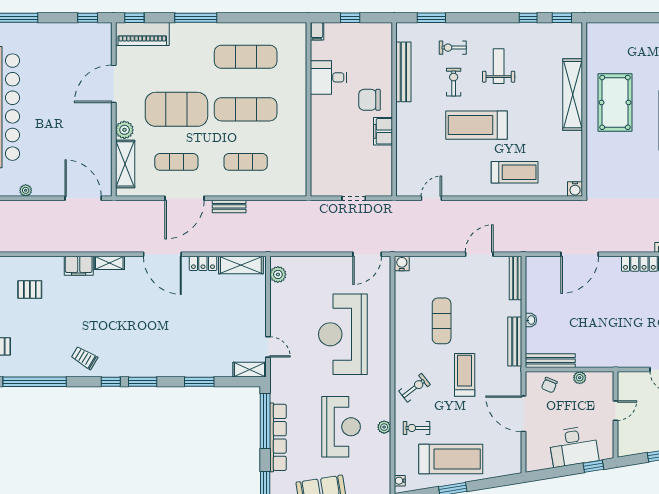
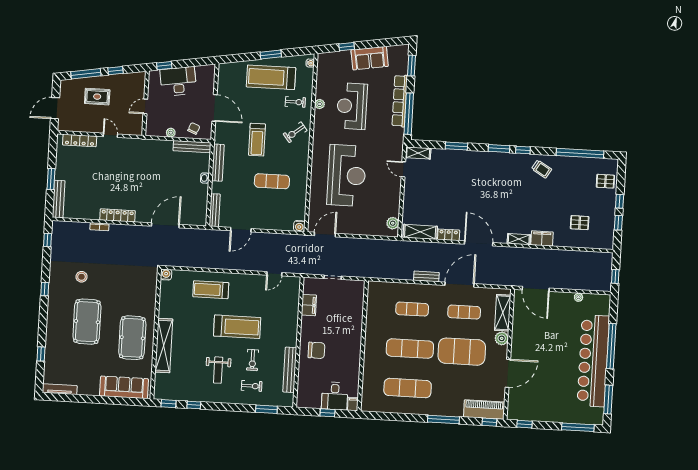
sofa: (622, 36) -> (124, 387), added
desk: (328, 77) -> (335, 396), moved, turned 90
filing cabinet: (383, 131) -> (309, 305), moved
exercise mat: (442, 321) -> (272, 181), turned 90

